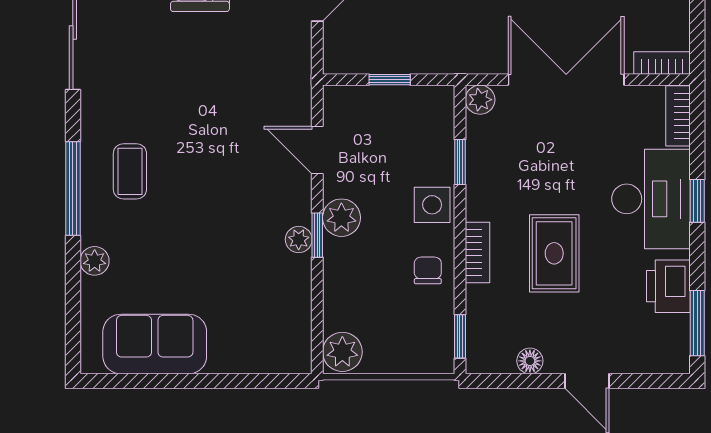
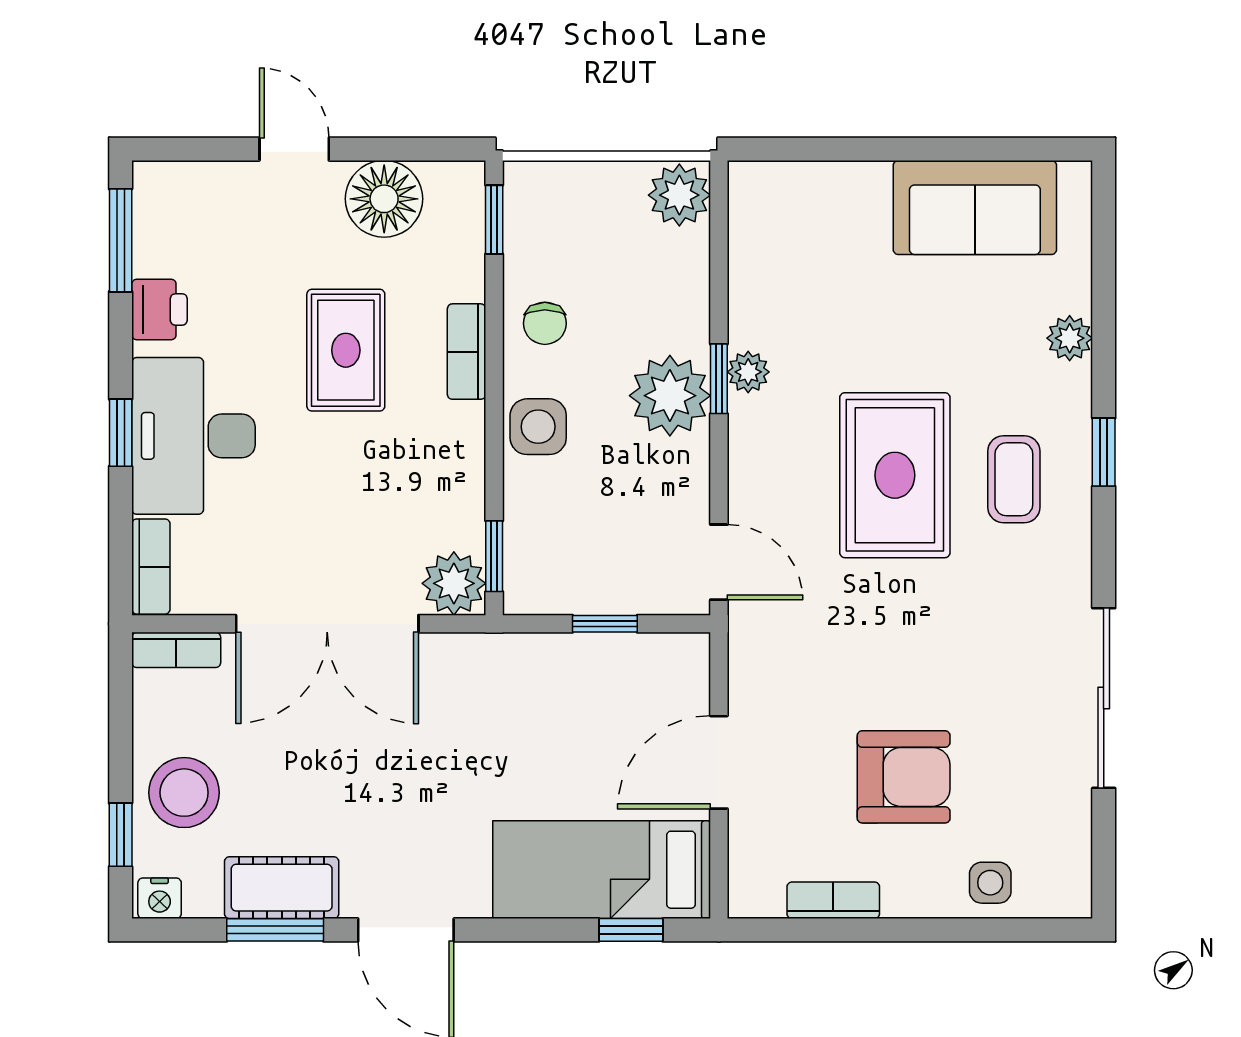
plant: (480, 100) -> (454, 583), width x1.38, depth x1.38
door: (317, 150) -> (719, 562), moved
window: (460, 162) -> (494, 556), moved
rug: (206, 174) -> (895, 475), added
window: (73, 189) -> (1104, 452), width x0.46
plant: (341, 218) -> (670, 396), width x1.36, depth x1.36
printer: (668, 286) -> (159, 309), width x0.73, depth x0.81
floor lamp: (530, 361) -> (384, 199), width x1.89, depth x1.89

